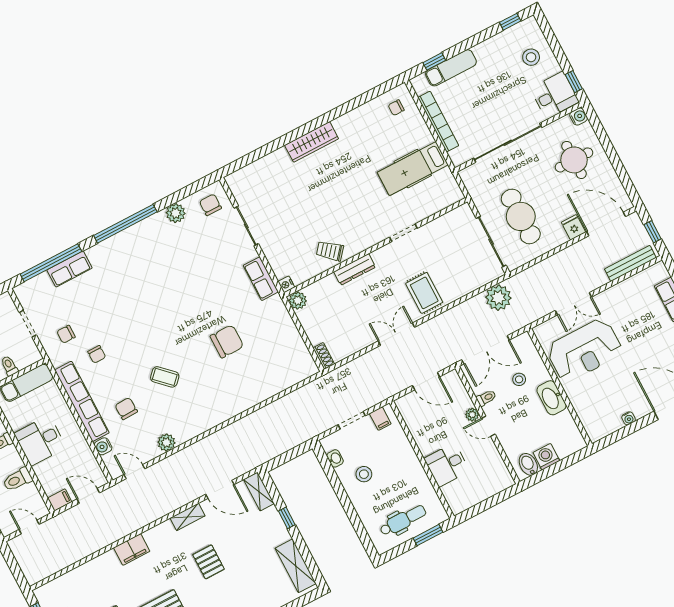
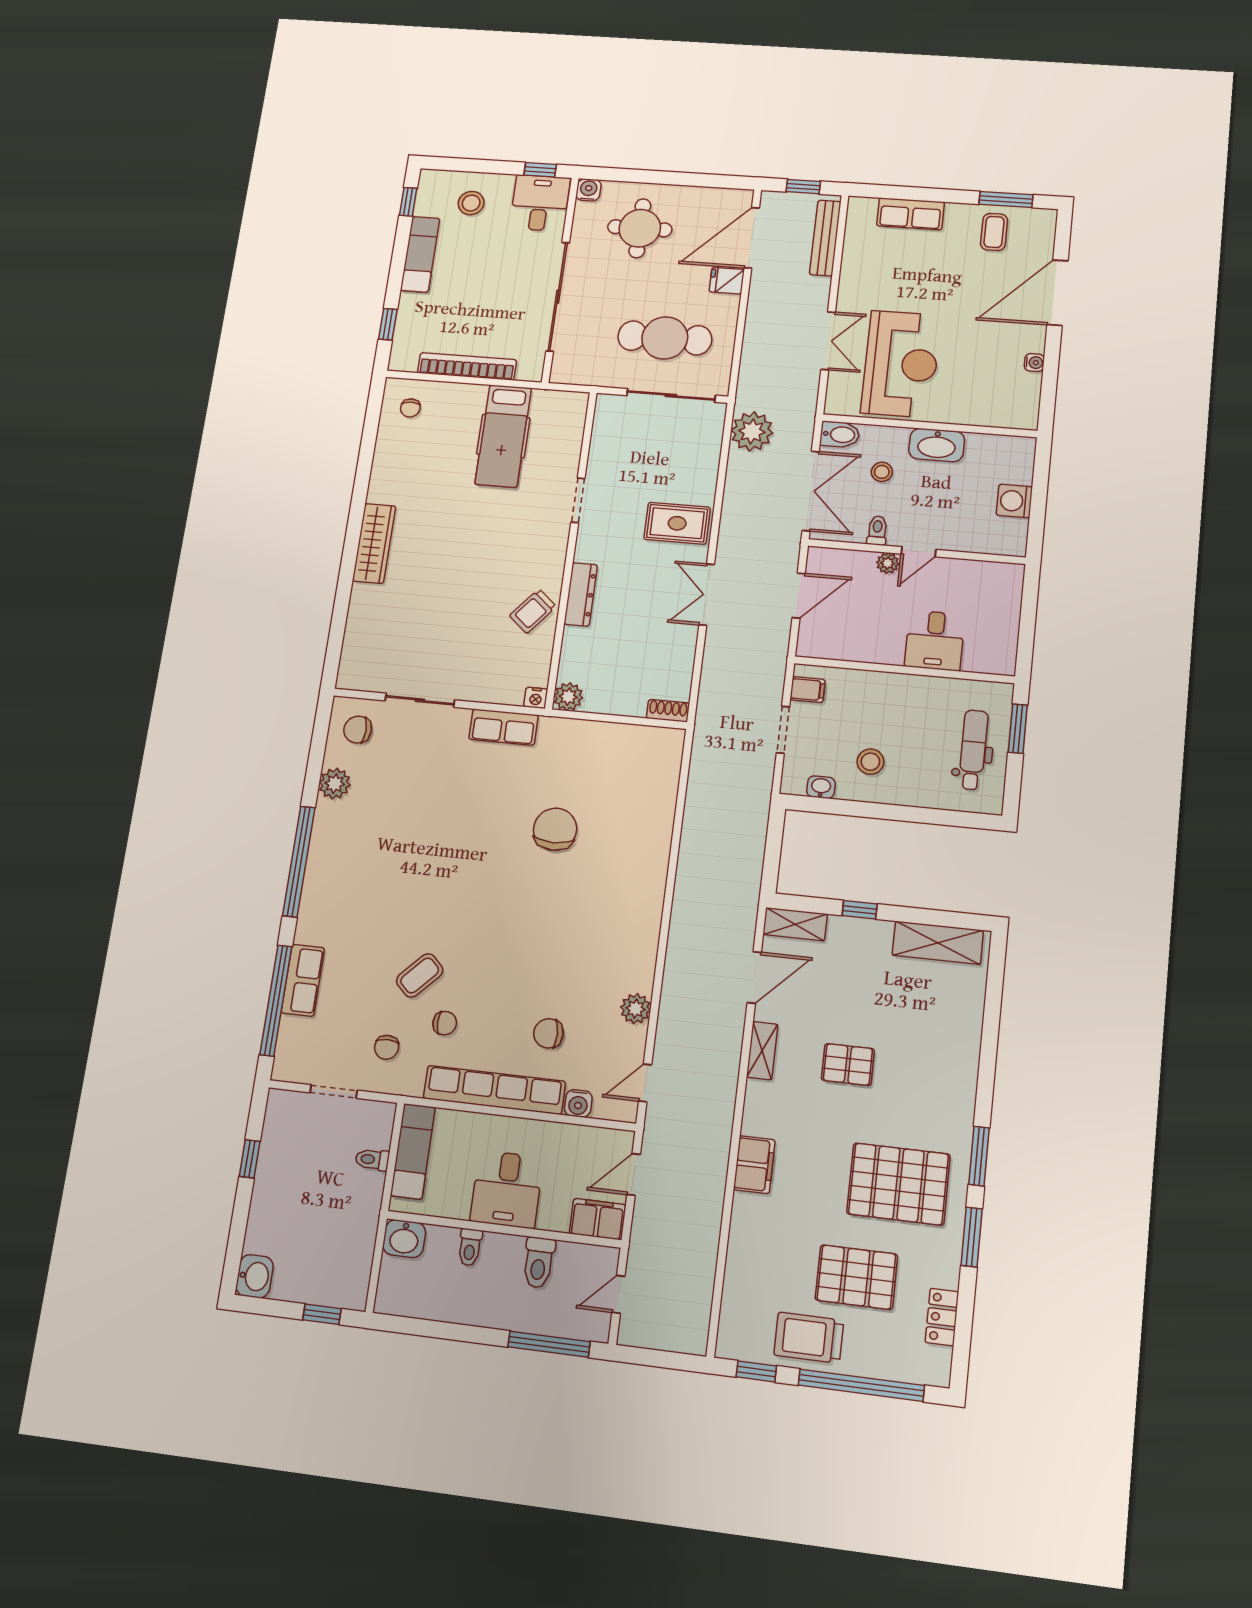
exam couch: (451, 68) -> (420, 254), moved
coffee table: (165, 377) -> (420, 975), moved
bidet: (528, 464) -> (840, 435), moved, turned 180
filing cabinet: (60, 500) -> (597, 1219), width x2.00

